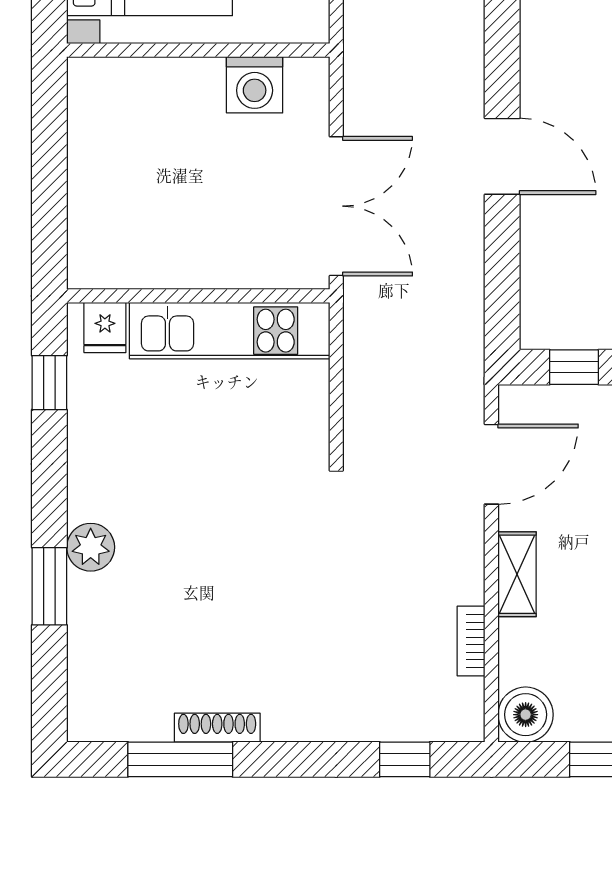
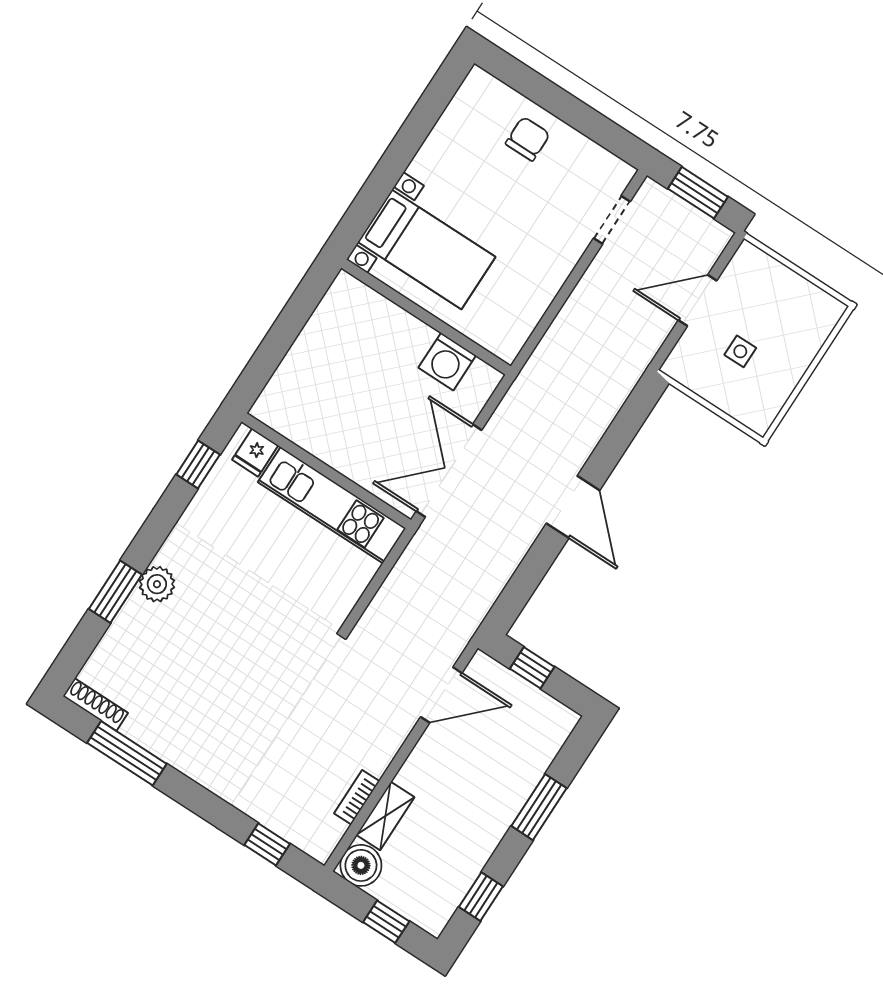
double door: (336, 206) -> (449, 471), swing flipped
shelving: (517, 574) -> (385, 816), moved
shoe rack: (217, 728) -> (96, 705), moved

